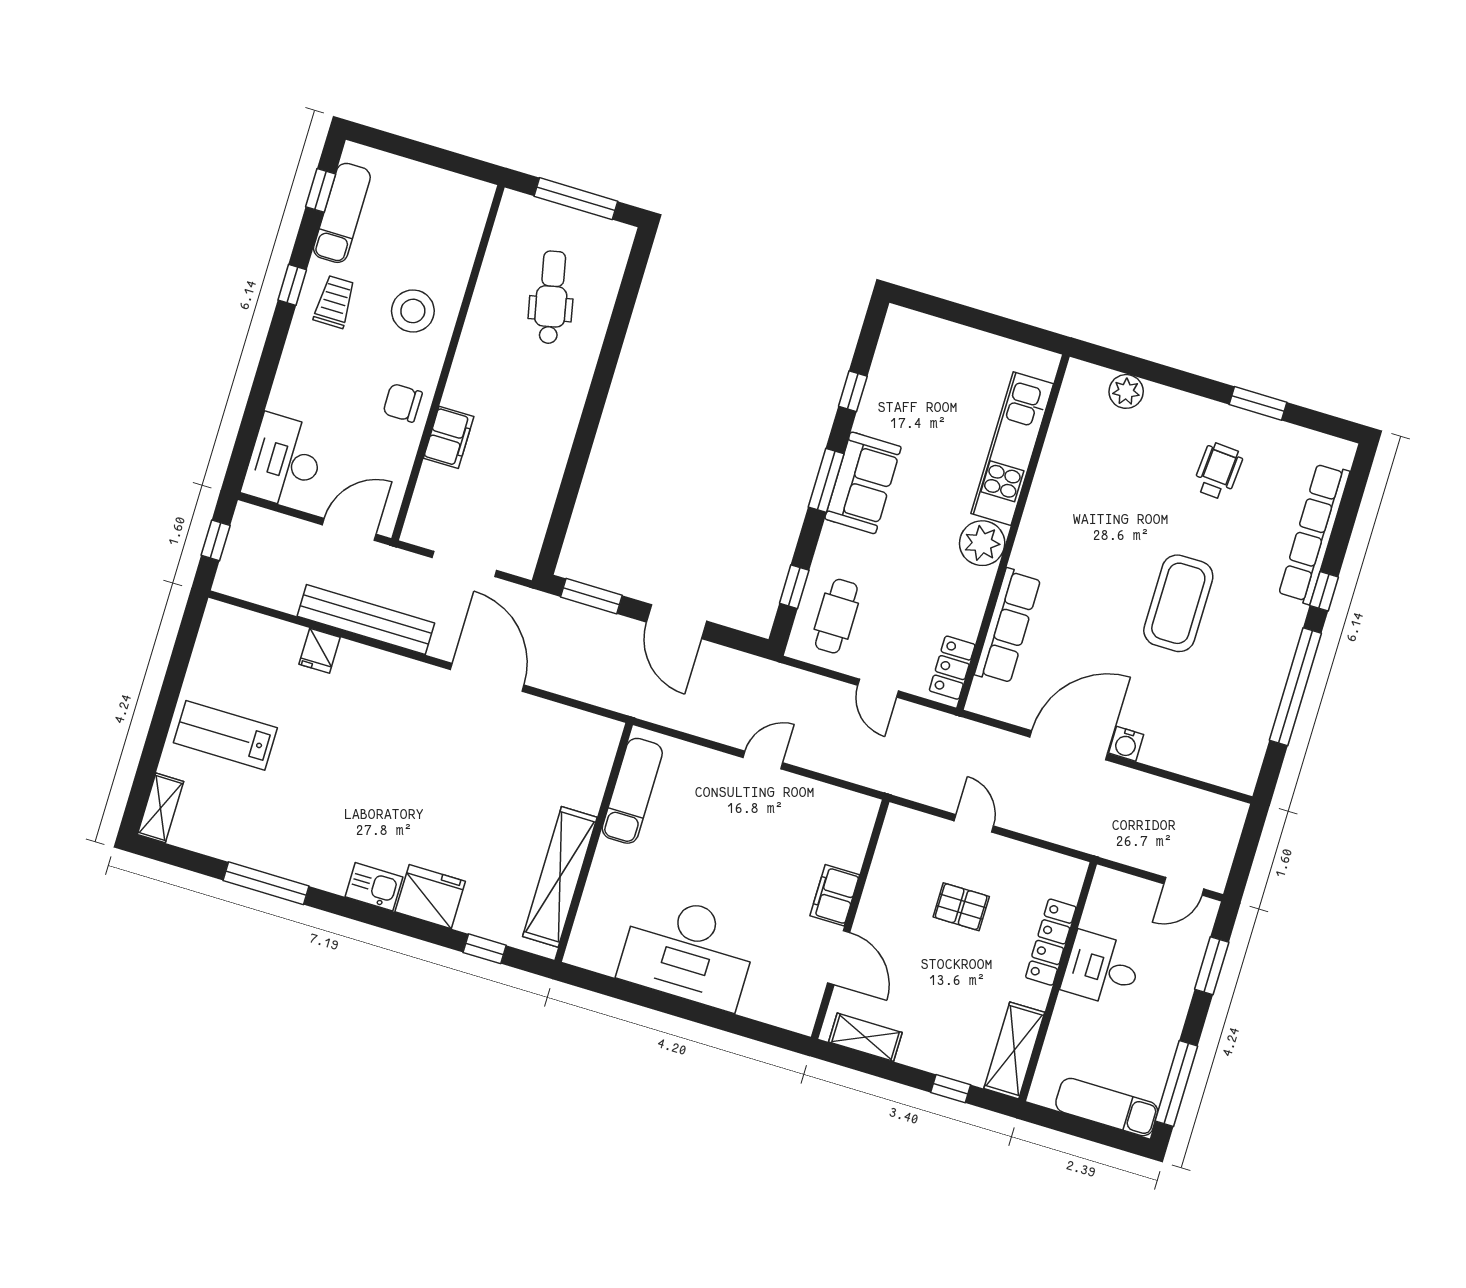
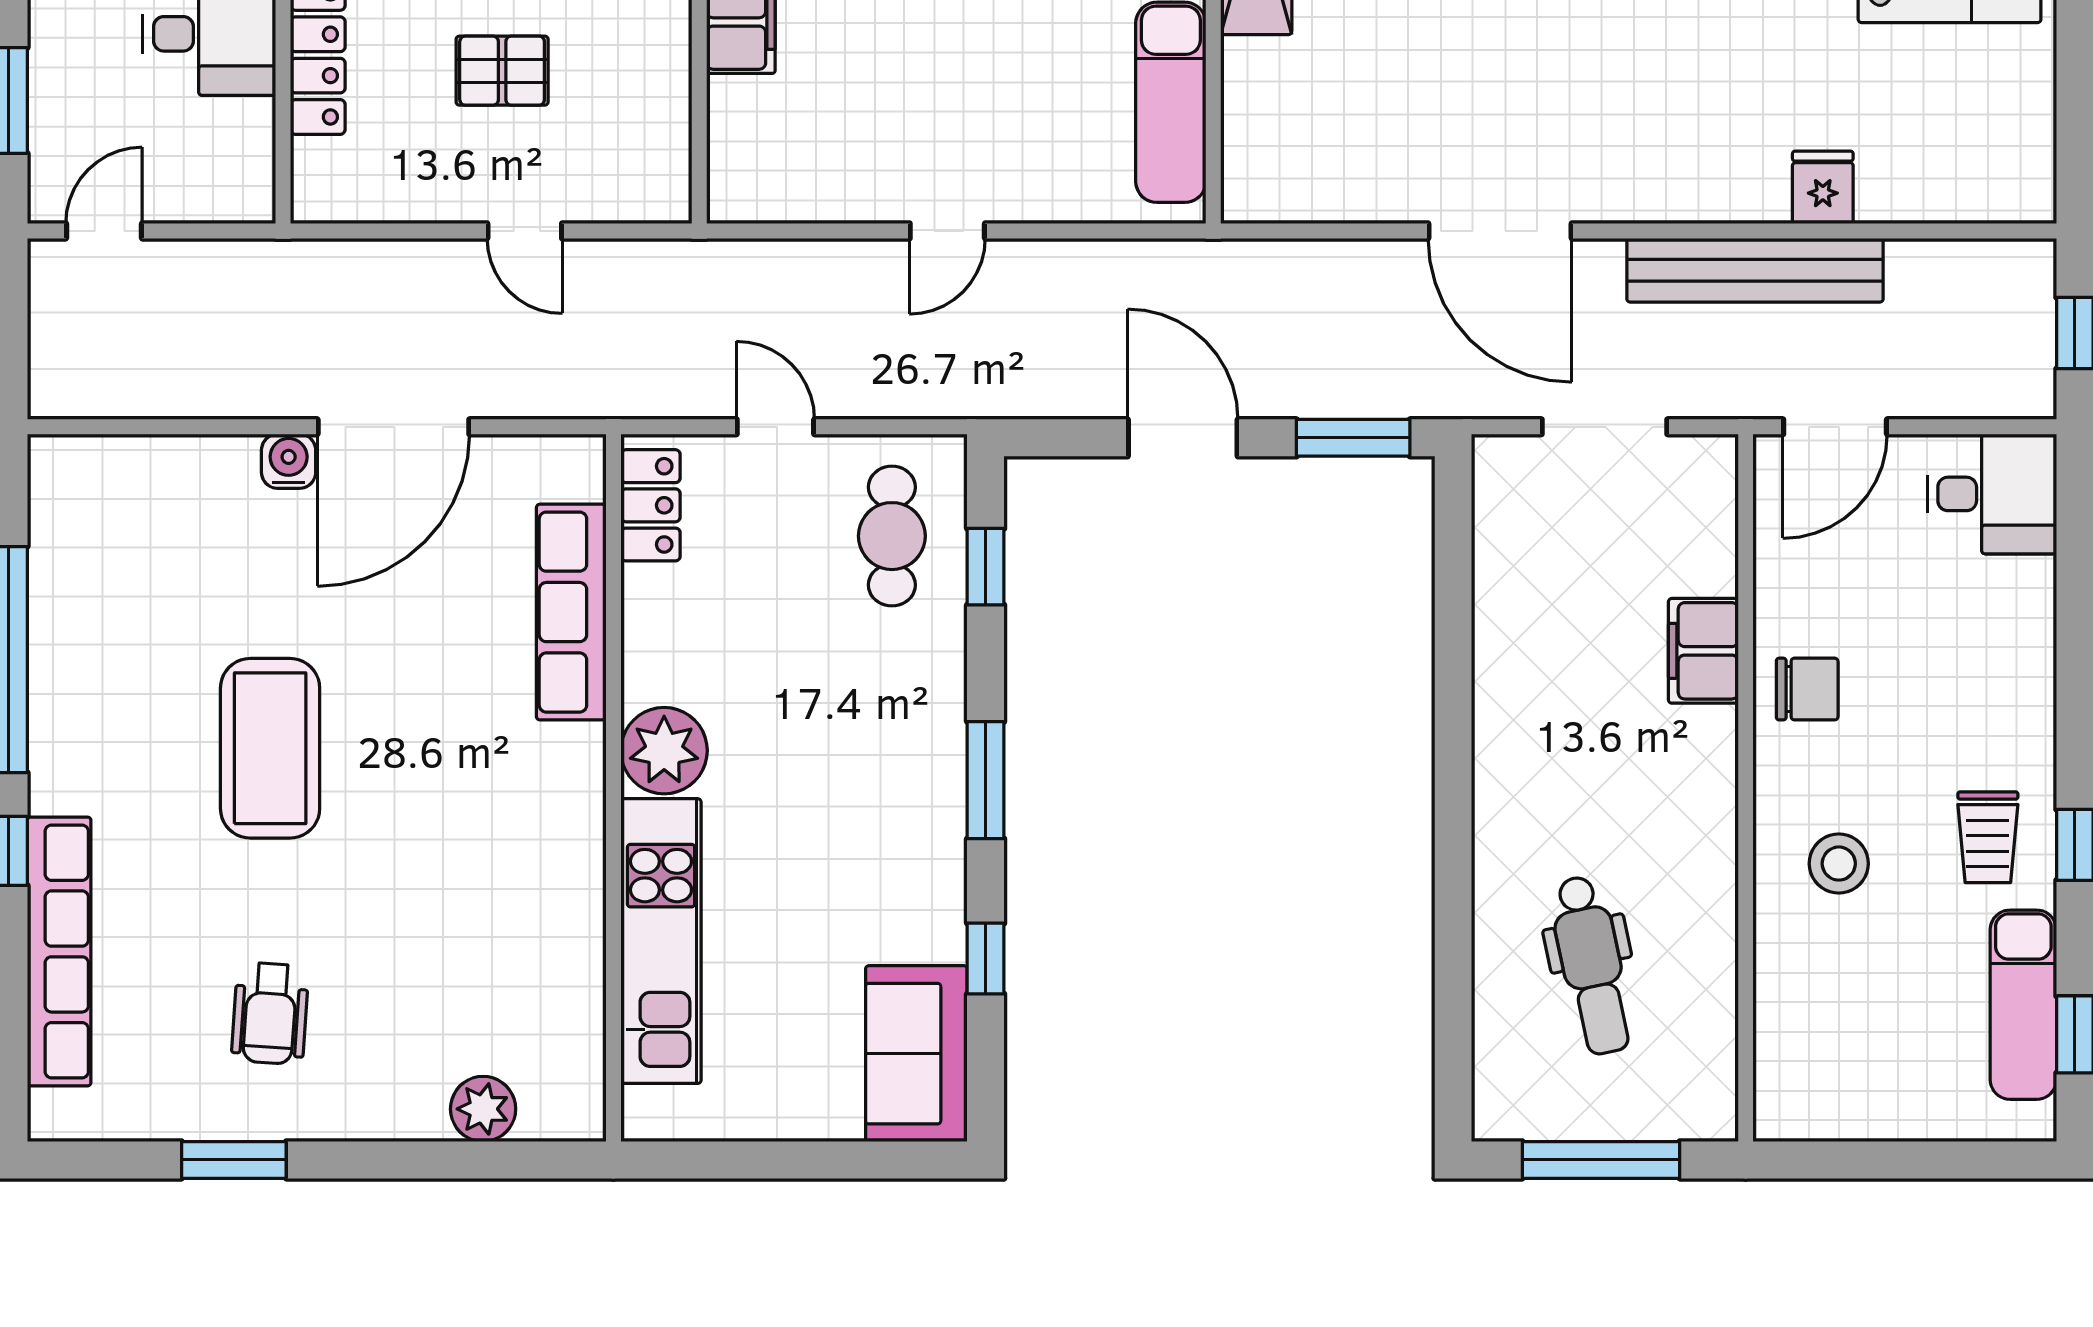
stool: (413, 311) -> (1839, 864), width x0.73, depth x0.73
desk: (284, 461) -> (1992, 494), width x0.73
sofa: (863, 483) -> (916, 1054), moved

